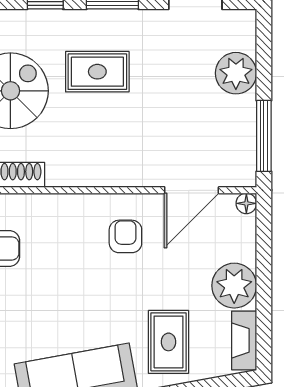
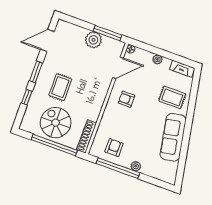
plant: (236, 73) -> (93, 40), moved
door: (192, 190) -> (118, 68), hinge flipped
plant: (234, 286) -> (157, 59), width x0.53, depth x0.53

